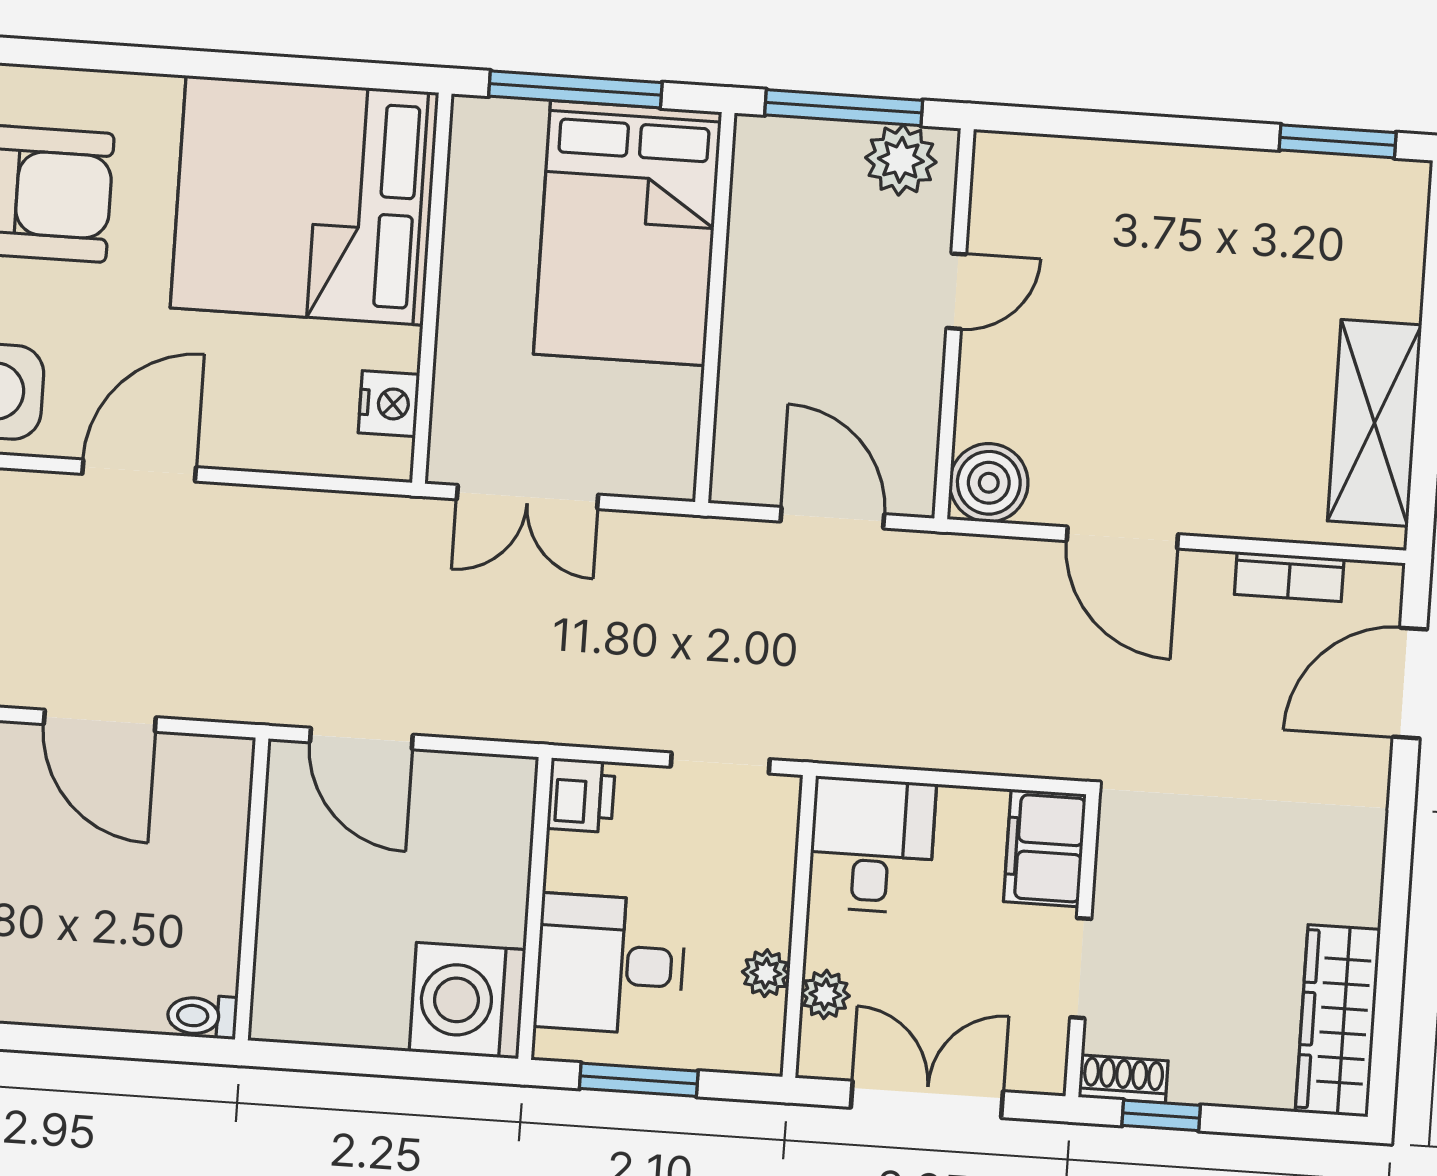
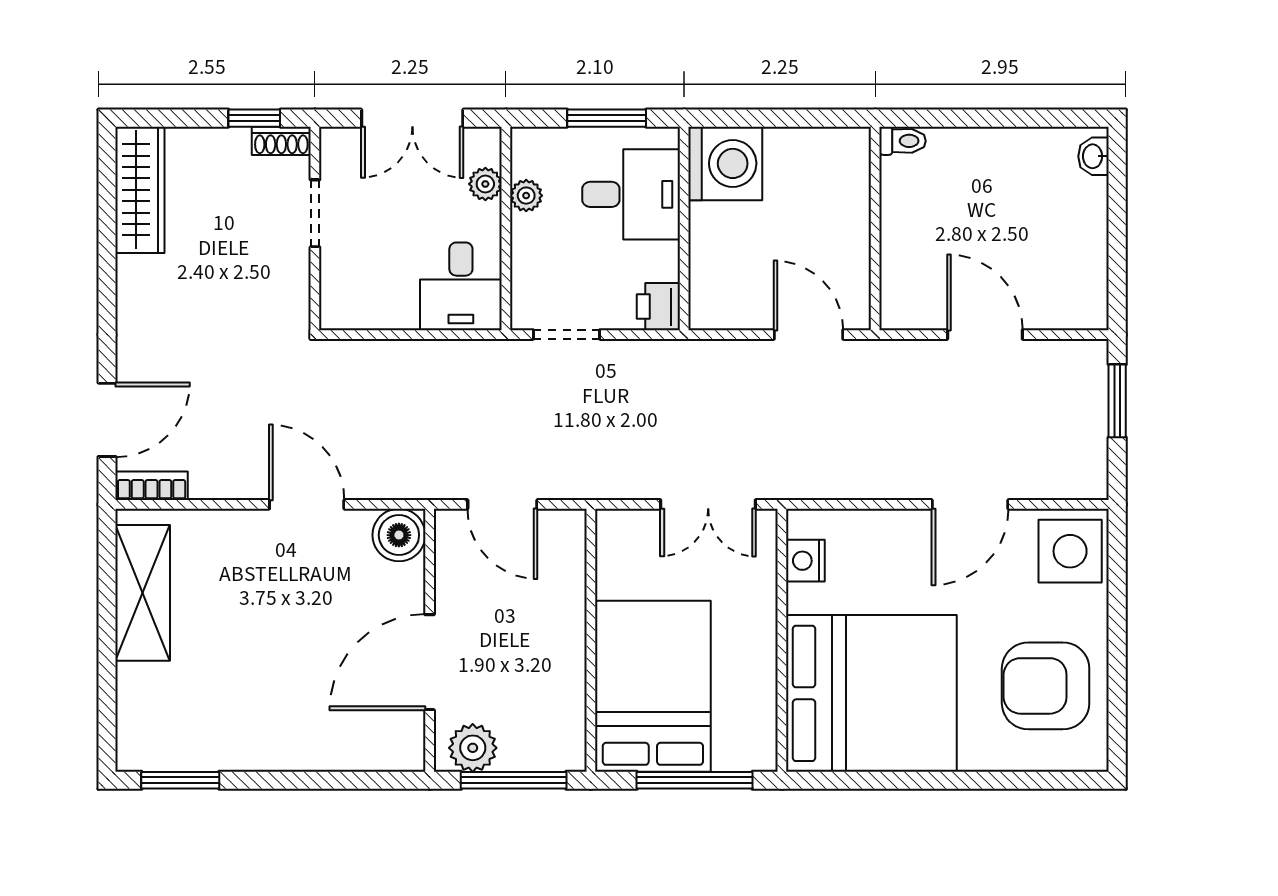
door: (956, 291) -> (430, 662), width x1.88
double door: (527, 497) -> (708, 504), swing flipped
bookcase: (1289, 577) -> (152, 486), moved
filing cabinet: (1045, 848) -> (345, 292), removed

